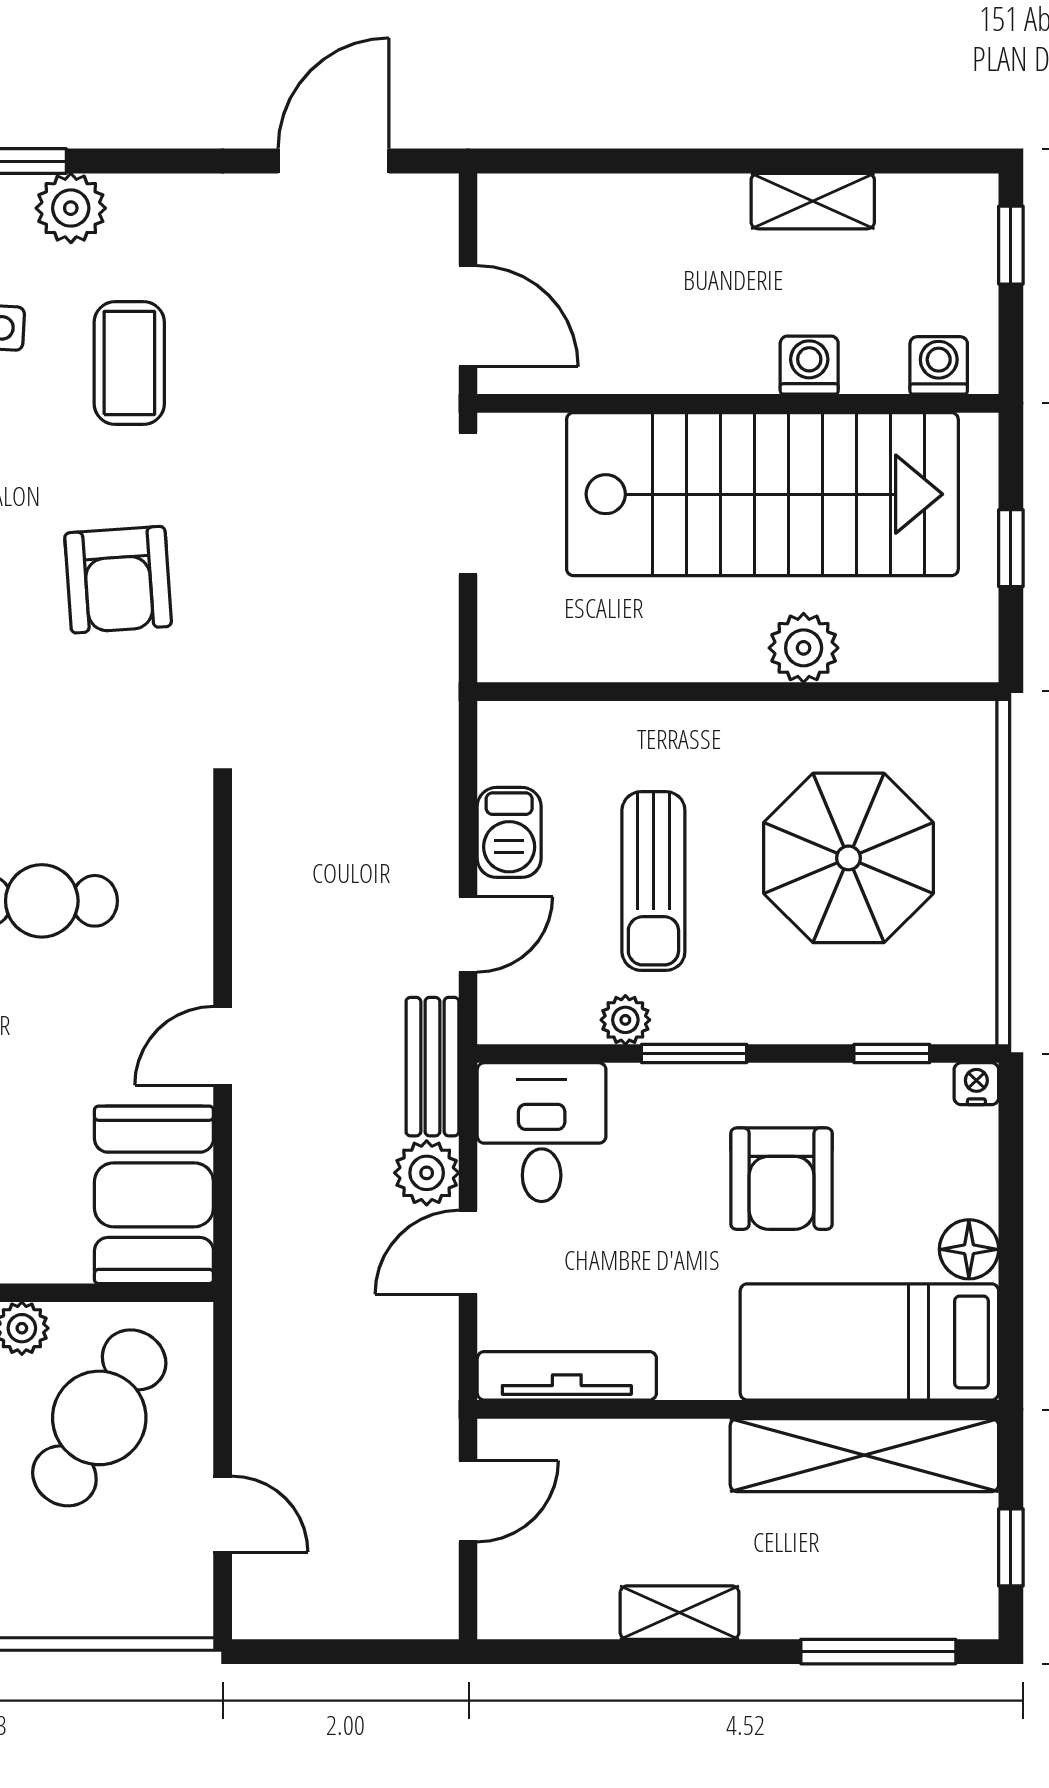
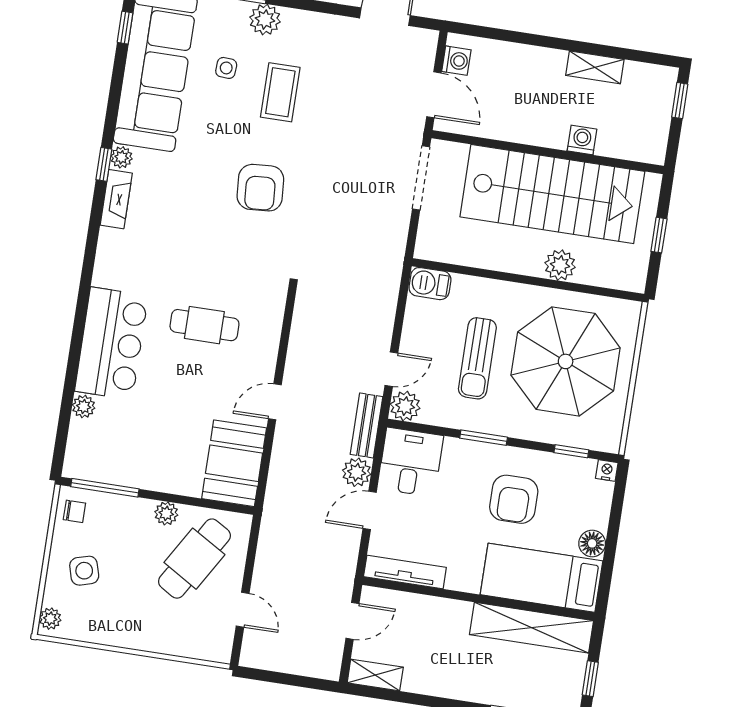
washing machine: (939, 365) -> (456, 61), moved, turned 90
barbecue: (509, 832) -> (430, 284), moved, turned 90
parasol: (848, 858) -> (566, 361), width x1.36, depth x1.36
plant: (625, 1020) -> (405, 406), moved, width x1.38, depth x1.38
shelving: (680, 1613) -> (375, 675), moved

